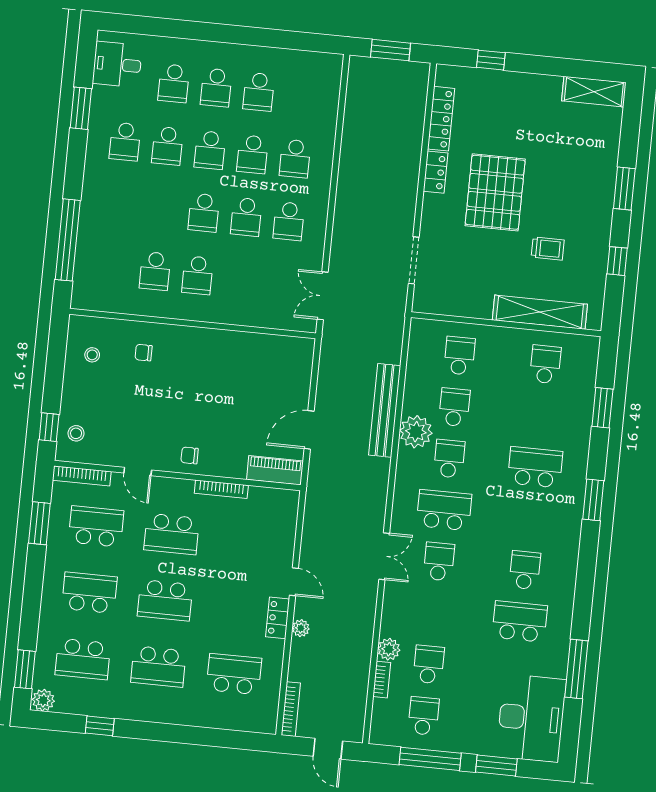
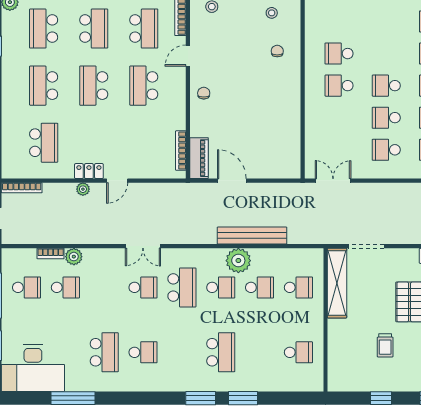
shelving: (540, 312) -> (337, 283), moved
window: (602, 408) -> (243, 398), moved
bookcase: (221, 489) -> (181, 151), moved

